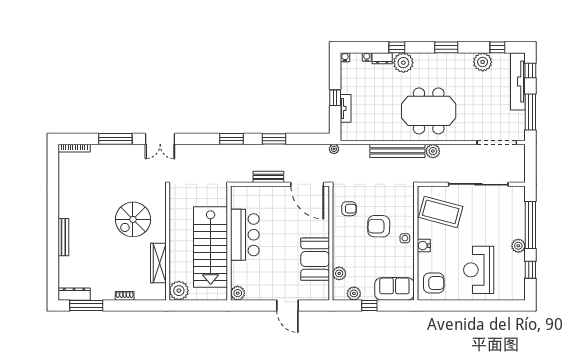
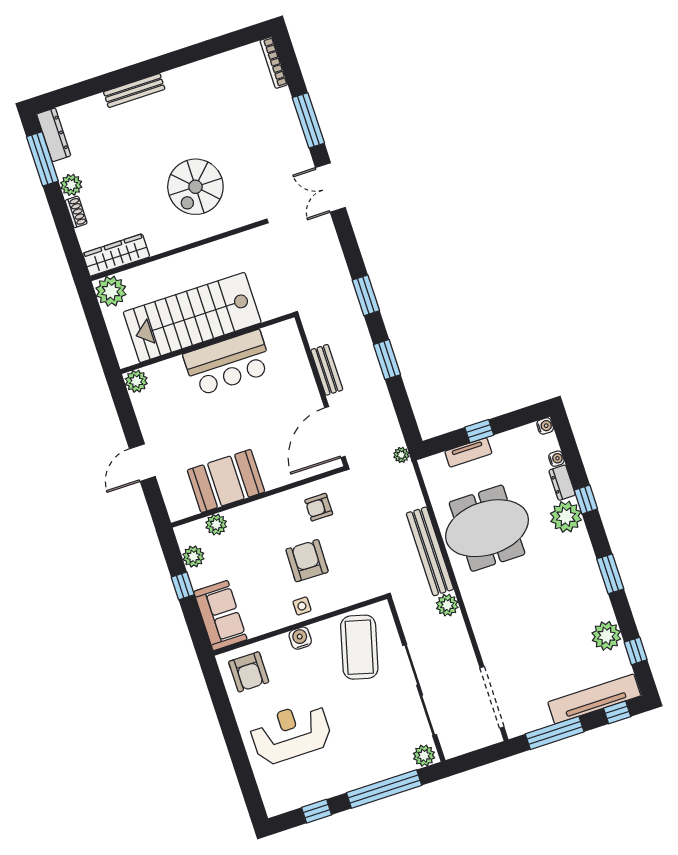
meeting table: (429, 111) -> (487, 528), moved, turned 90
armchair: (349, 209) -> (319, 507), turned 90
spiral stairs: (133, 219) -> (195, 187), turned -90
plant: (518, 246) -> (424, 756), moved
wardrobe: (158, 263) -> (116, 255), moved
plant: (107, 293) -> (71, 185), added

